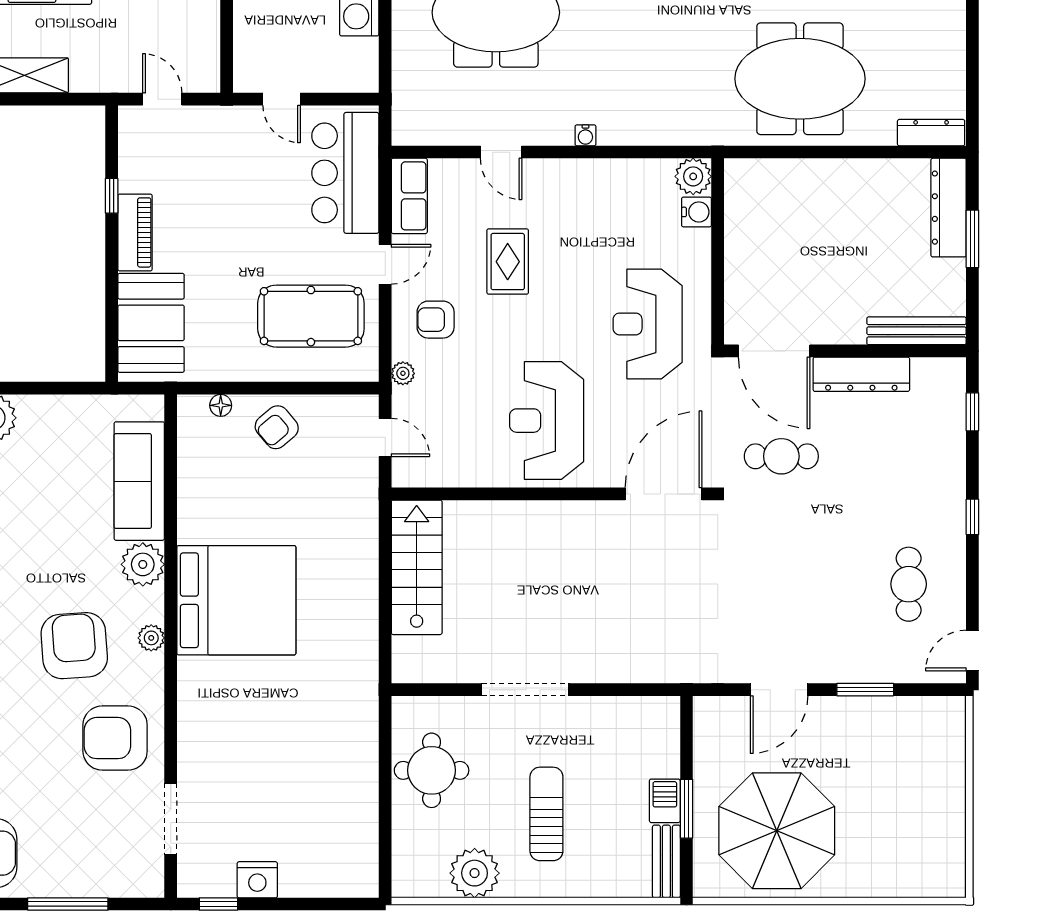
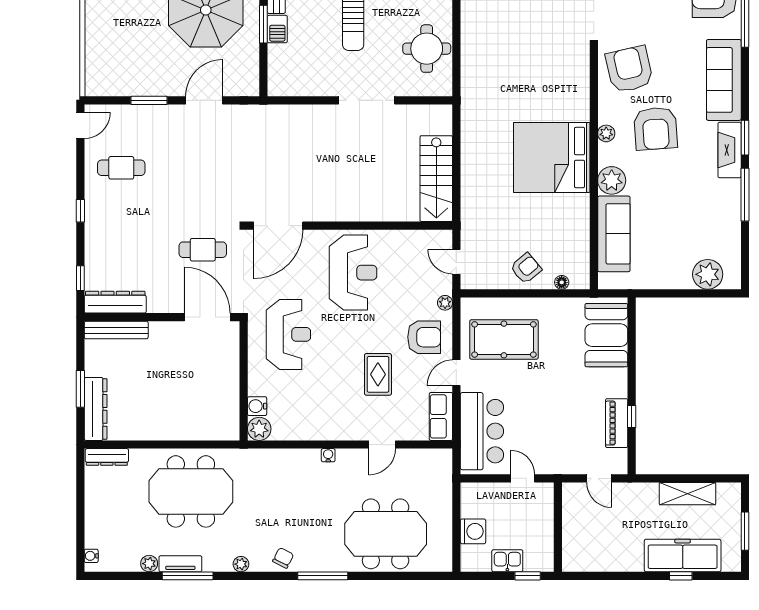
door: (501, 152) -> (382, 445), swing flipped
piano: (135, 232) -> (617, 423), moved
armchair: (436, 320) -> (424, 337), width x1.38, depth x1.38
dresser: (861, 374) -> (115, 302), moved
cafe table: (909, 584) -> (121, 168), turned 90
armchair: (115, 738) -> (629, 69), turned -103

